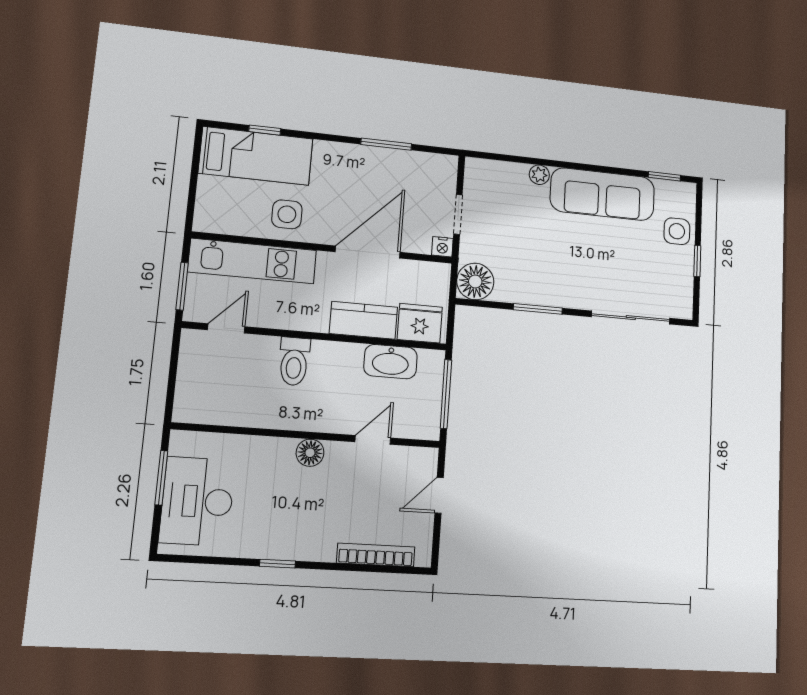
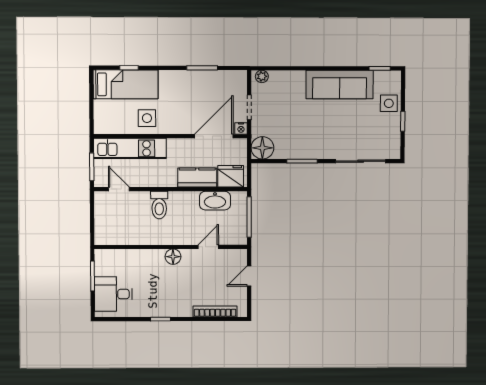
plant: (539, 175) -> (262, 76), moved
door: (368, 252) -> (214, 136), moved
door: (226, 328) -> (119, 189), hinge flipped
desk: (197, 501) -> (113, 294), width x0.73

